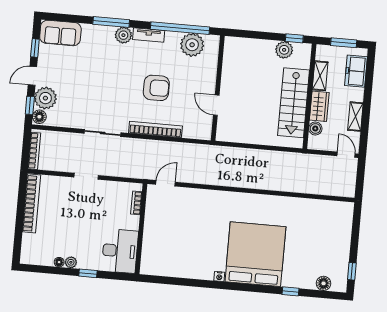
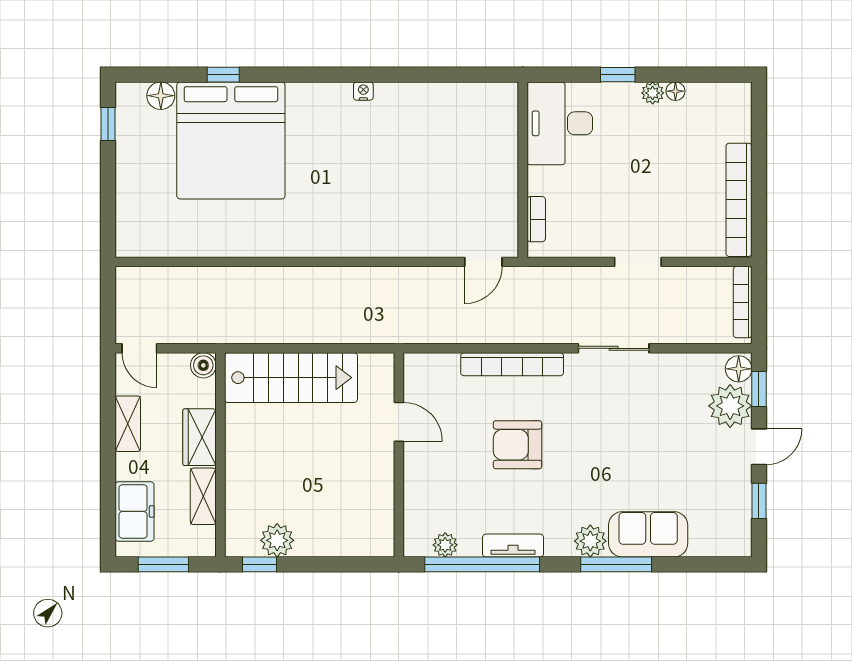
sofa: (60, 33) -> (648, 534), moved
tv unit: (149, 35) -> (513, 546), moved
plant: (192, 45) -> (445, 545), width x0.53, depth x0.53
stairs: (294, 103) -> (291, 378), moved, turned 90
boiler: (315, 128) -> (203, 365), moved
bed: (255, 254) -> (231, 140), moved

